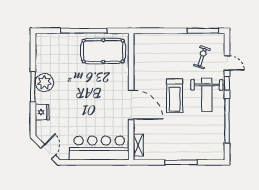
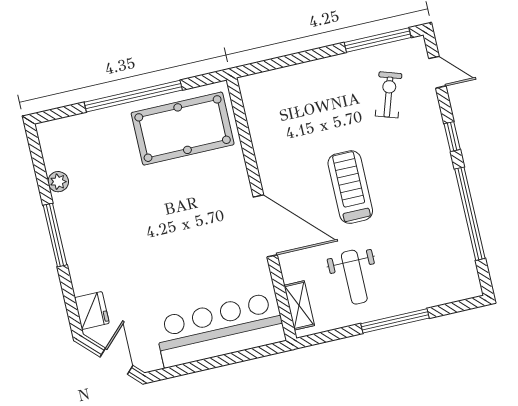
door: (227, 63) -> (437, 72), moved
plant: (44, 83) -> (58, 182), moved, width x0.53, depth x0.53
weight bench: (207, 95) -> (354, 277), moved, width x0.73, depth x0.75
treadmill: (175, 96) -> (350, 187), turned 180
fridge: (42, 112) -> (92, 311), moved

